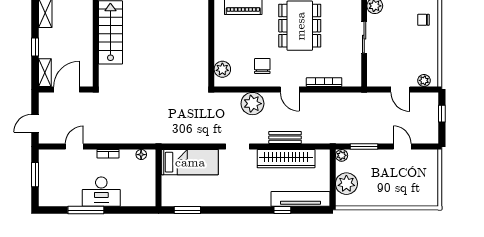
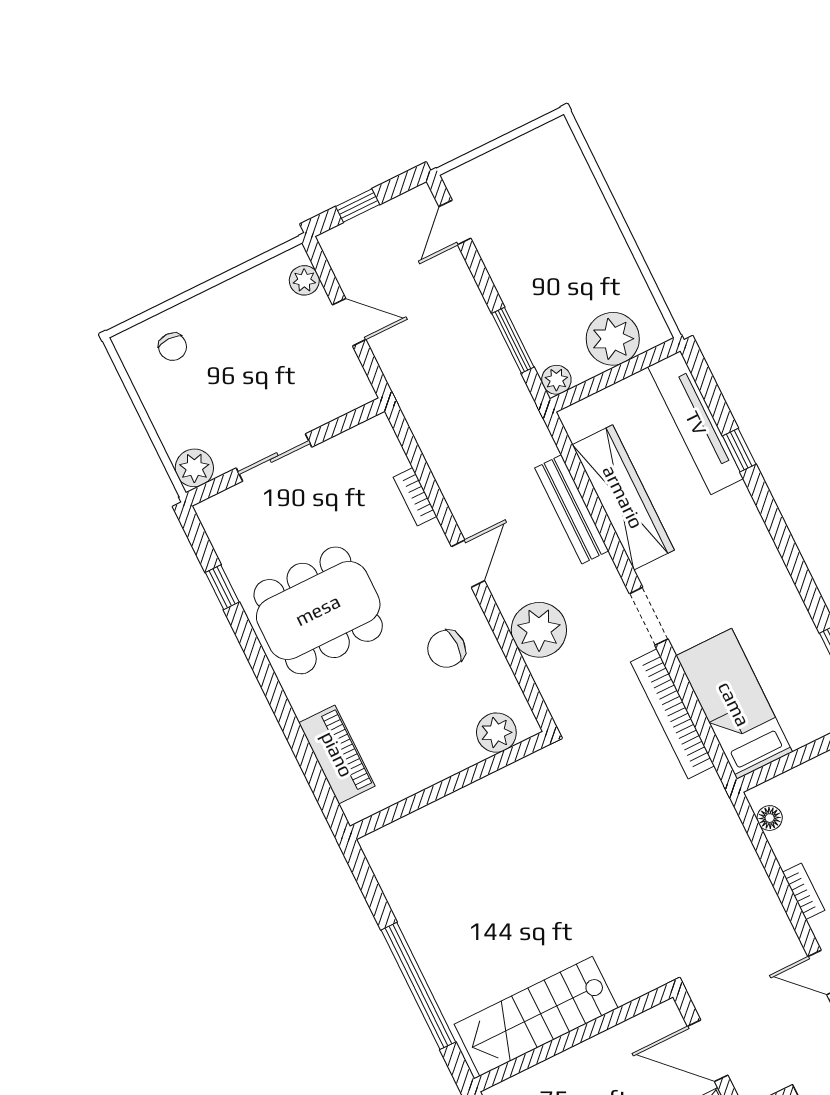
bookcase: (324, 82) -> (415, 497), width x0.64
door: (400, 89) -> (349, 322), hinge flipped
bench: (285, 137) -> (572, 509), width x1.36
bookcase: (197, 138) -> (672, 714), added
door: (402, 147) -> (455, 222), moved

